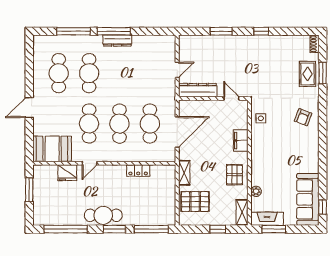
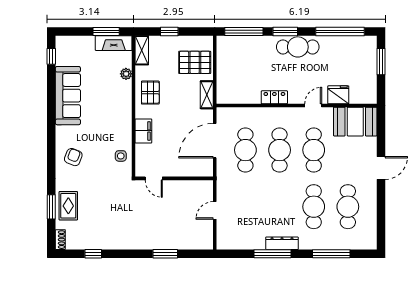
window: (114, 31) -> (272, 254), moved
window: (261, 31) -> (93, 254), moved
dresser: (198, 90) -> (192, 188), removed
locker: (138, 171) -> (274, 97), moved
window: (29, 190) -> (381, 62), moved
sofa: (308, 199) -> (68, 96), moved

